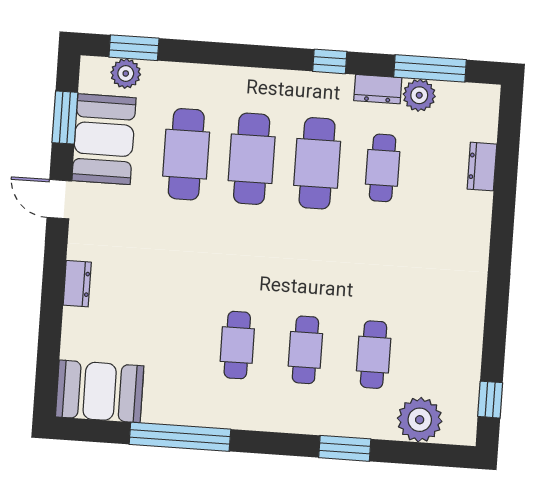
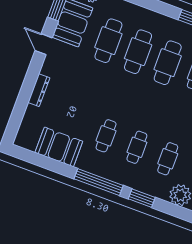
dresser: (77, 284) -> (39, 90), width x1.44
booth: (100, 391) -> (59, 147), moved
window: (180, 437) -> (99, 182), moved

